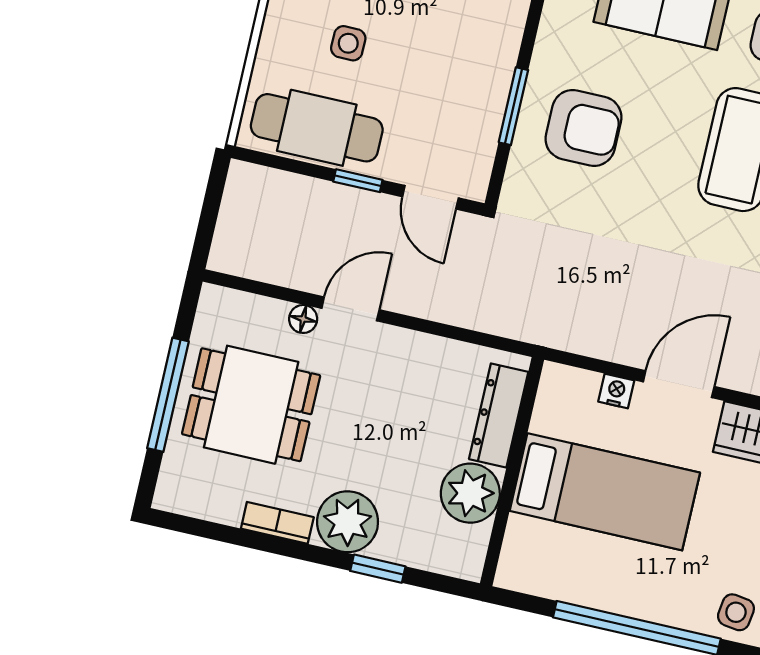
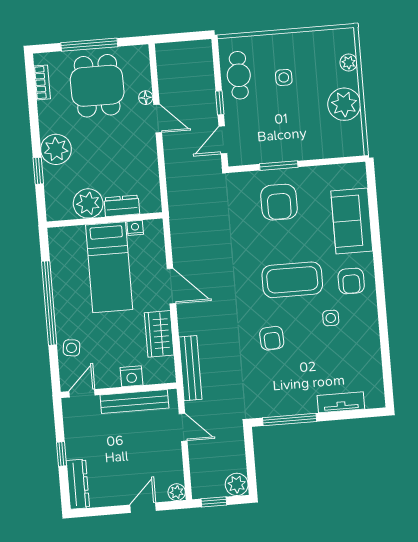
cafe table: (317, 128) -> (239, 75), width x0.73, depth x0.74
nightstand: (616, 391) -> (135, 228), moved, turned -90
dresser: (499, 415) -> (122, 206), width x0.70
bookcase: (277, 523) -> (42, 82), moved

